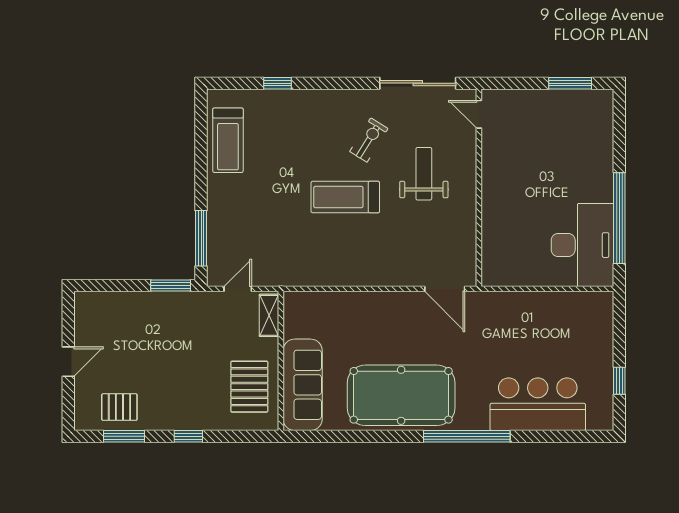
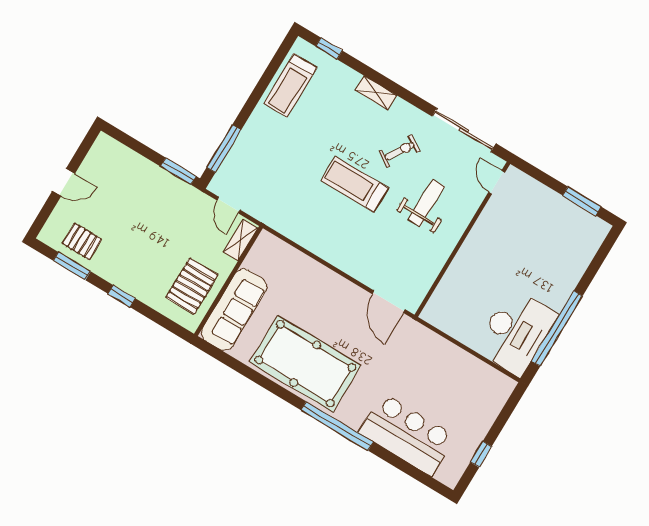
window: (277, 83) -> (329, 48), moved
shelving: (313, 98) -> (376, 93), added
door: (238, 289) -> (229, 205), swing flipped

